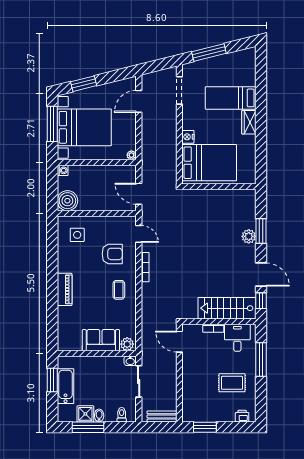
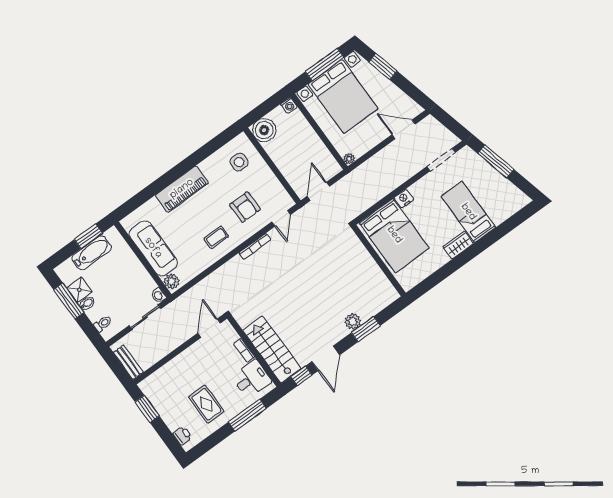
piano: (65, 289) -> (182, 189), width x1.37, depth x1.33
sofa: (101, 340) -> (153, 248), width x1.36

